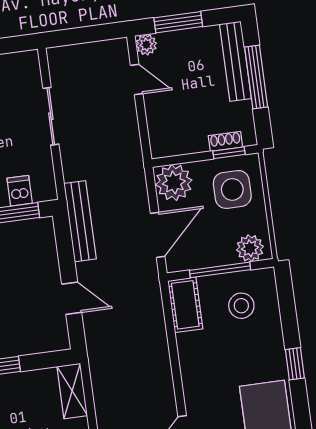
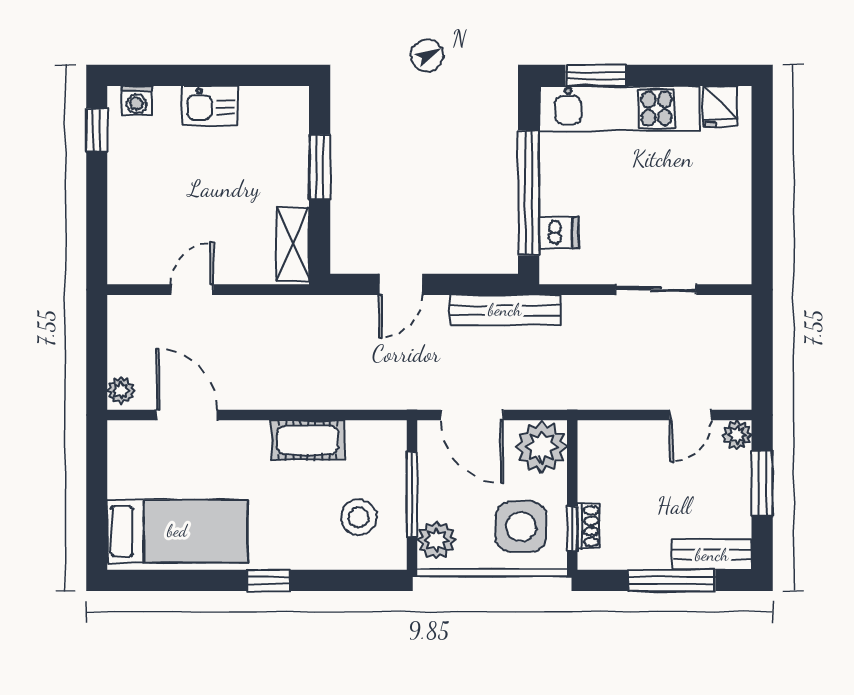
bench: (235, 61) -> (712, 555), width x0.73
cot: (185, 305) -> (308, 440), moved
shelving: (72, 391) -> (293, 244), moved, turned 90

